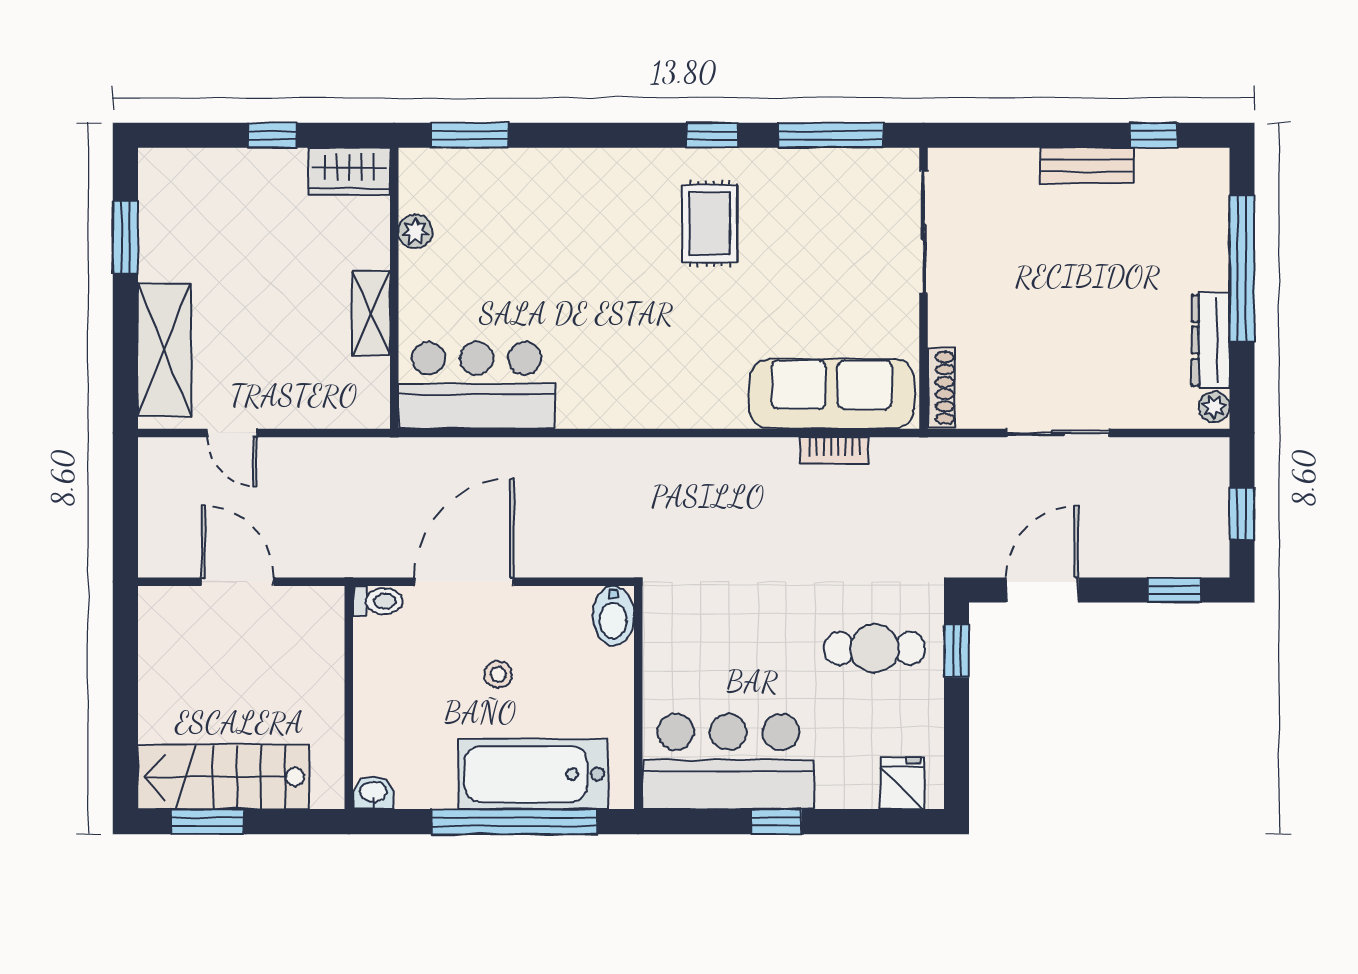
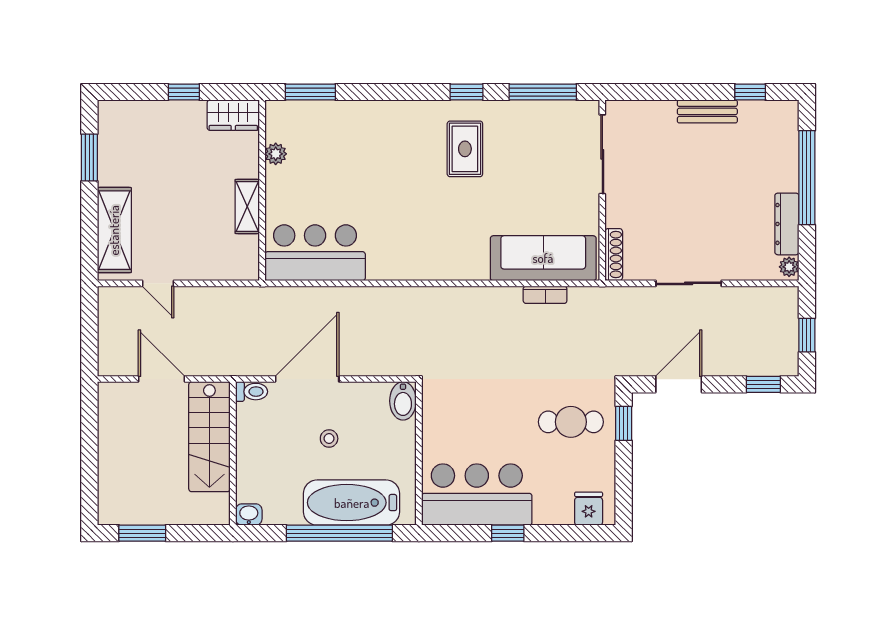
stairs: (223, 777) -> (209, 437), moved, turned -90

